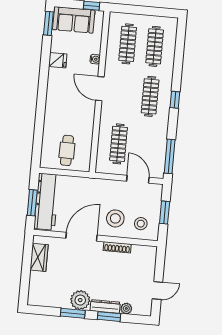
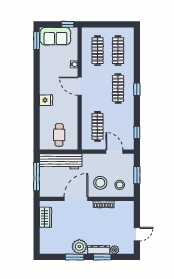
fridge: (58, 60) -> (46, 100), moved
window: (170, 156) -> (137, 132), width x0.46
workbench: (46, 202) -> (61, 161), moved, turned 90
window: (32, 203) -> (37, 177), width x1.44

